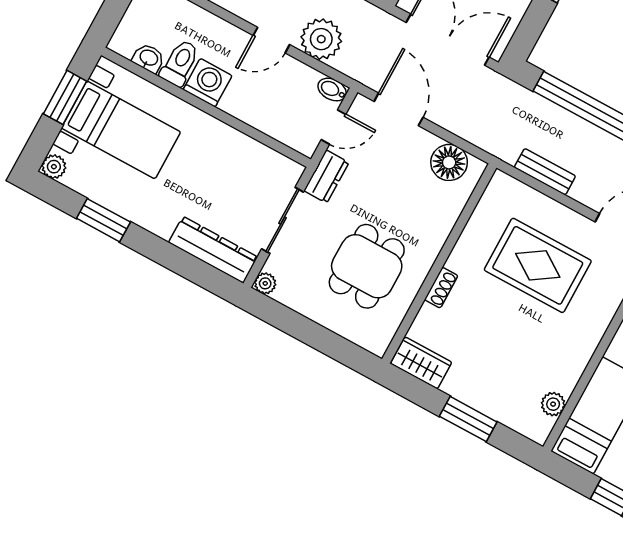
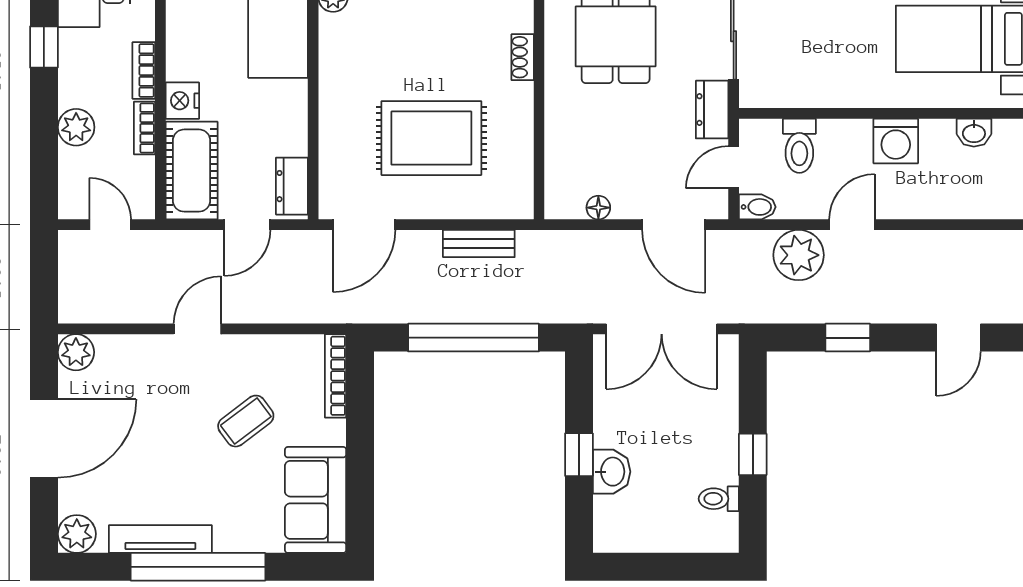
toilet: (180, 63) -> (799, 146), moved
floor lamp: (449, 162) -> (598, 208), width x0.53, depth x0.53

